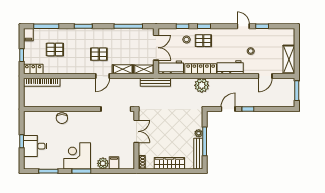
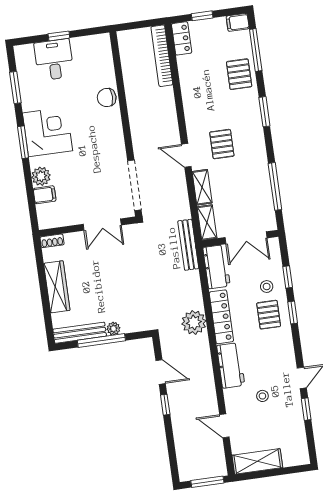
pallet: (55, 49) -> (239, 74), moved

